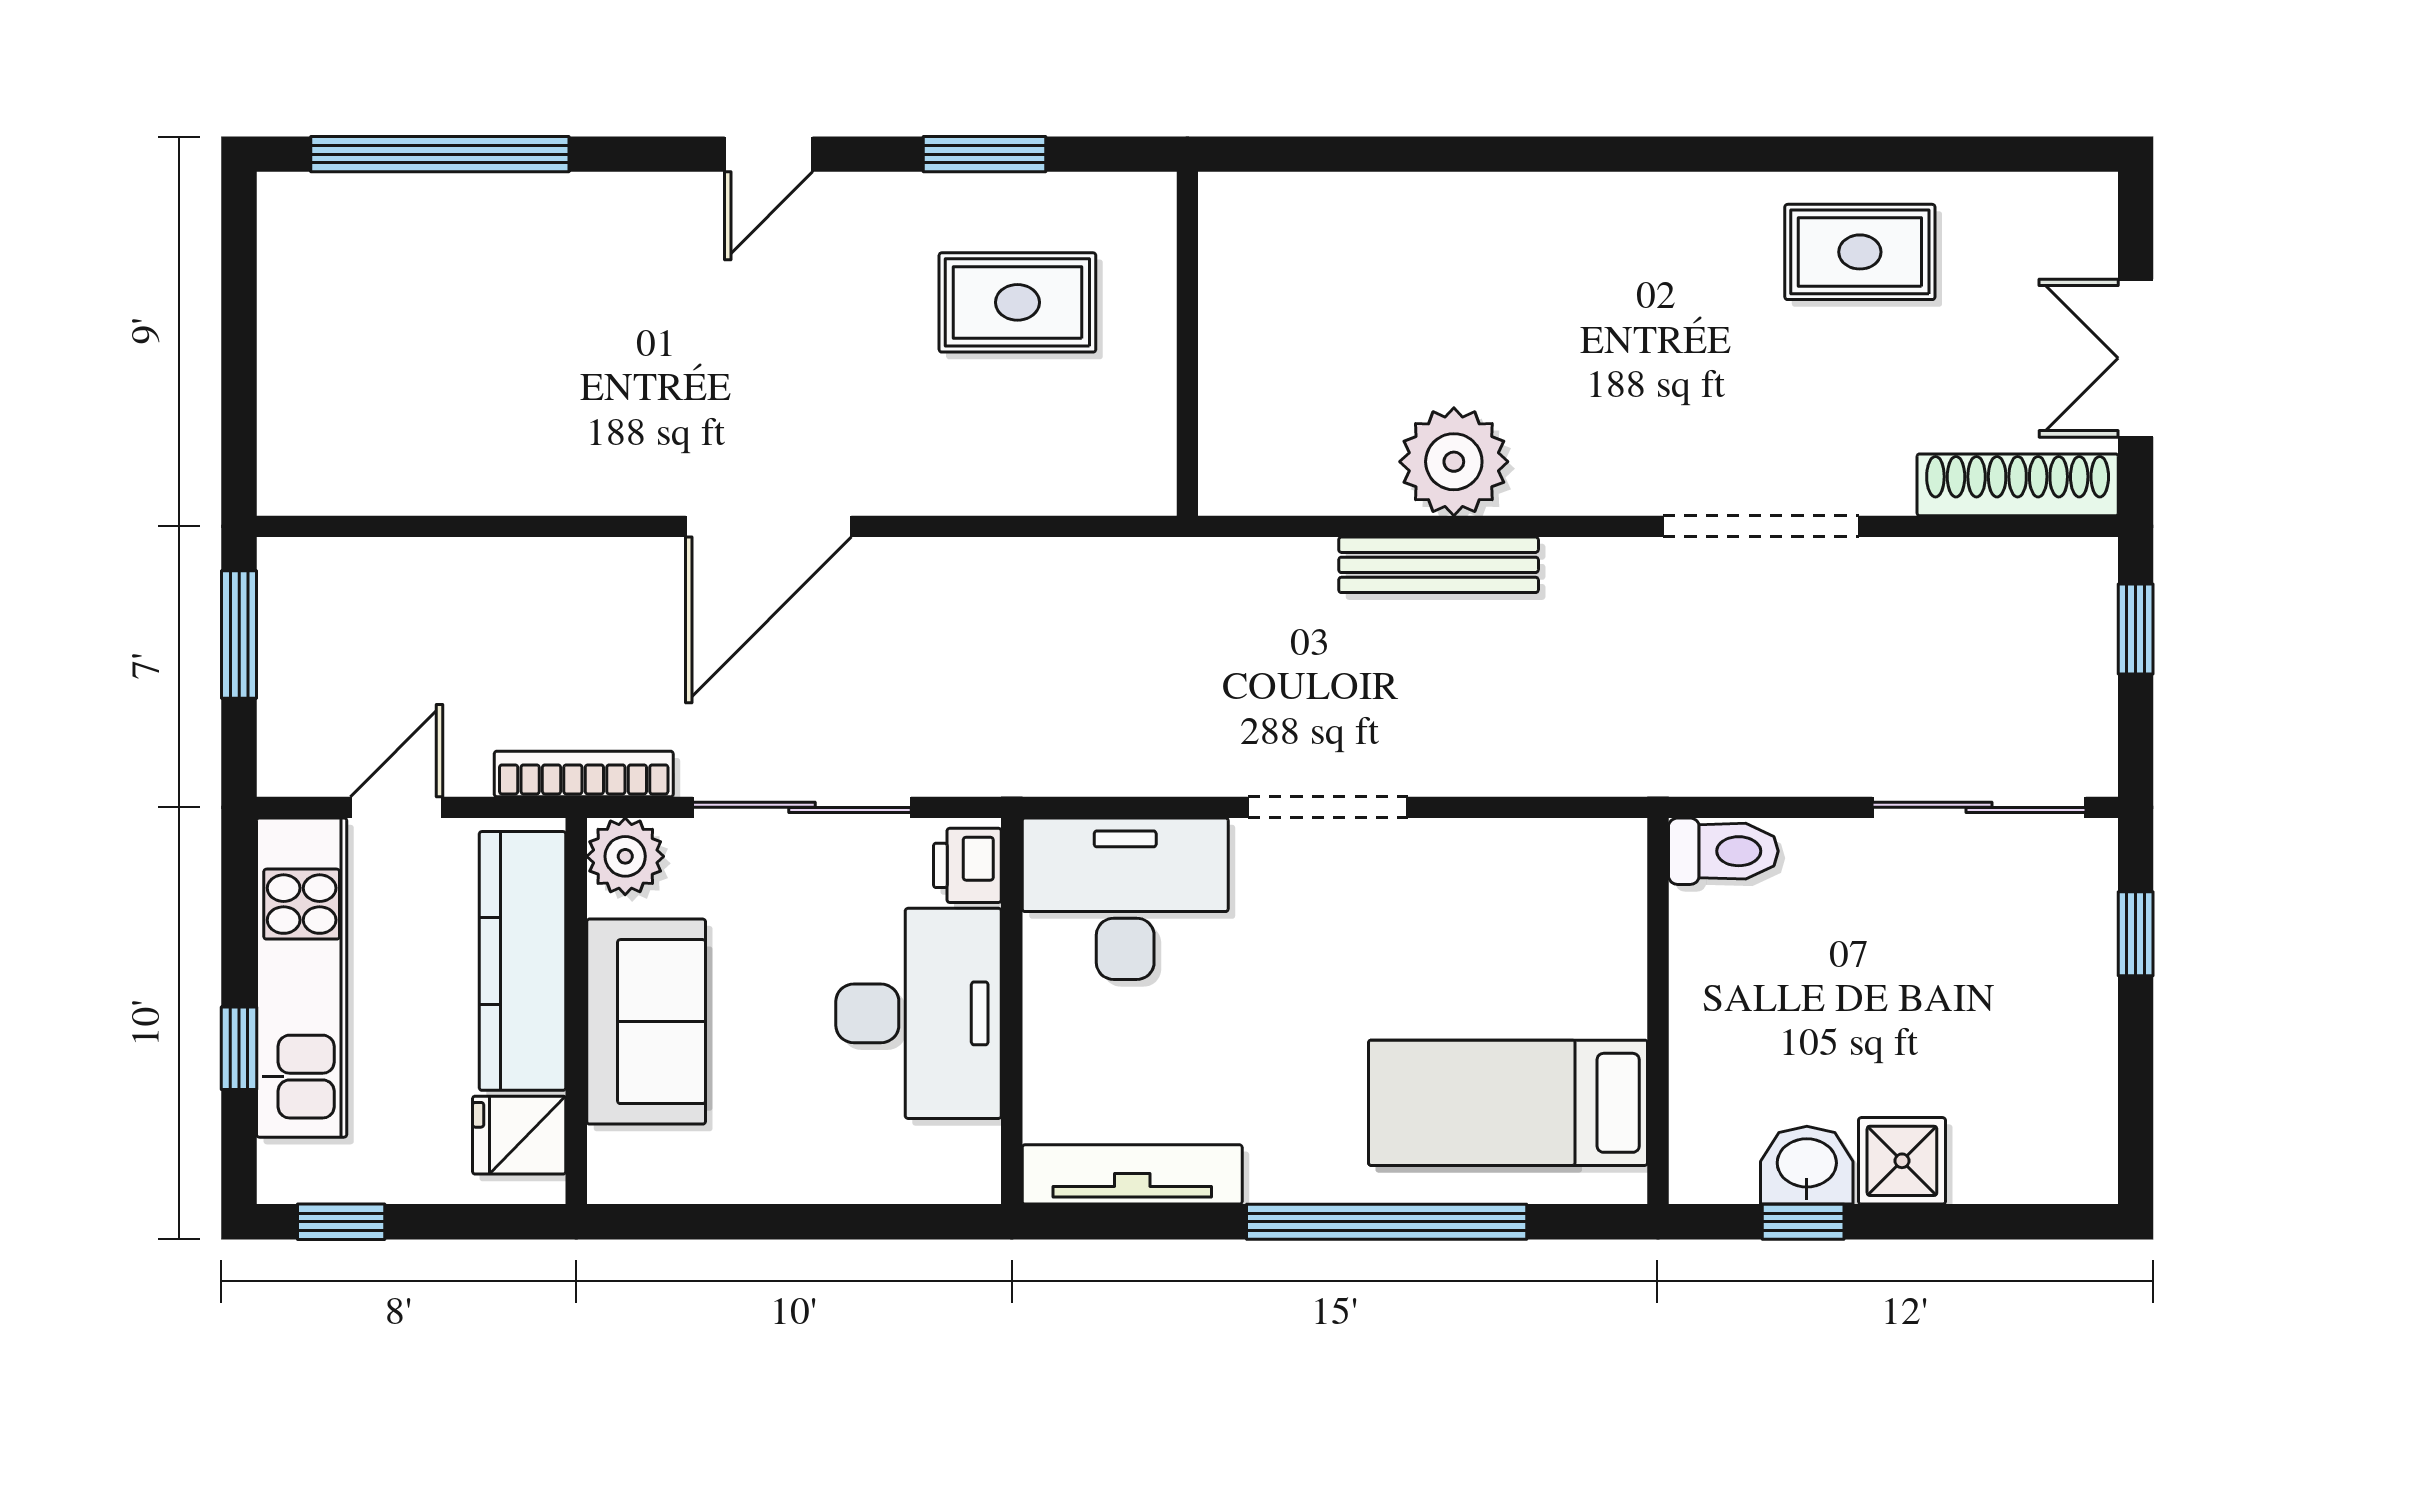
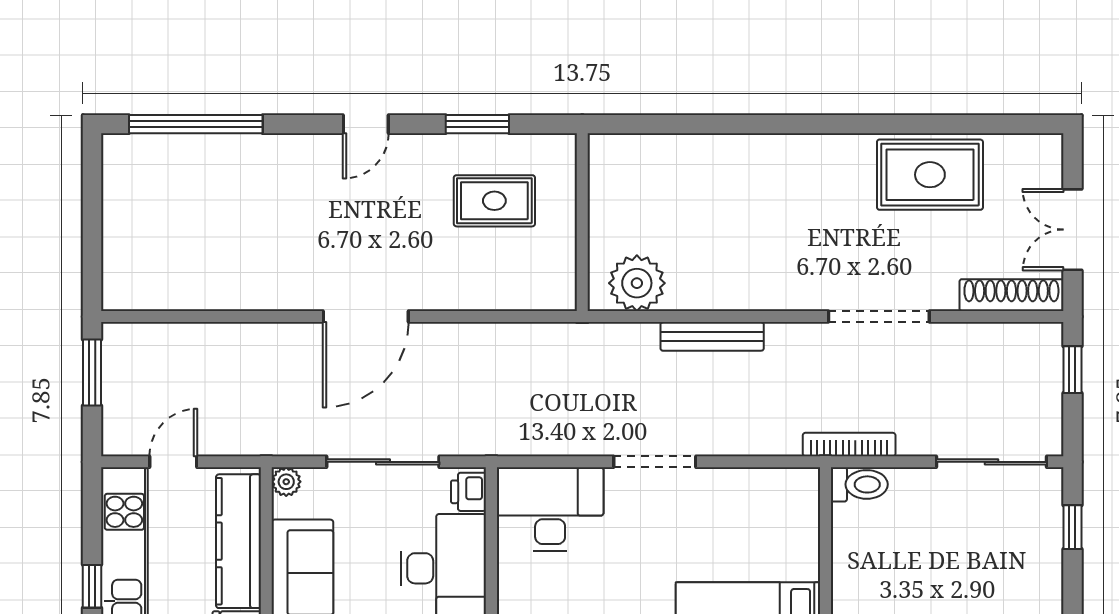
rug: (1860, 252) -> (930, 175), width x1.36, depth x1.43
plant: (1454, 462) -> (637, 283), moved
bookcase: (584, 774) -> (849, 445), moved
plant: (625, 856) -> (286, 482), width x0.73, depth x0.73

